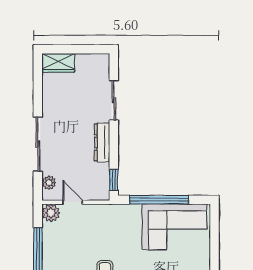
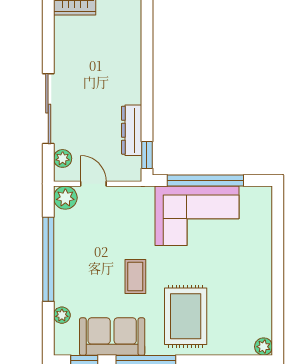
sliding door: (114, 100) -> (147, 51), removed
dresser: (102, 142) -> (132, 130), moved
corner sofa: (174, 227) -> (197, 216), moved

